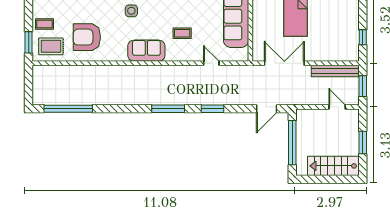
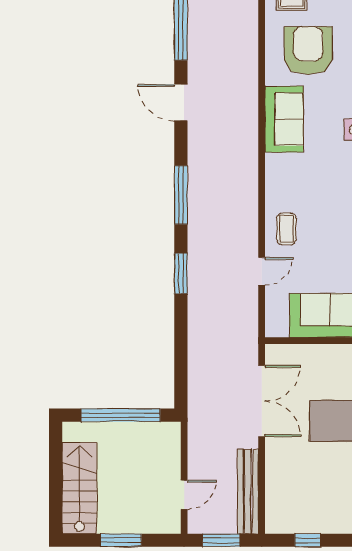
coffee table: (182, 33) -> (286, 229), moved
sofa: (146, 51) -> (284, 119), moved
door: (267, 109) -> (181, 103), moved

